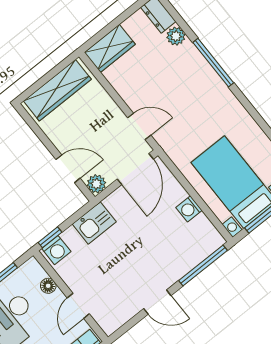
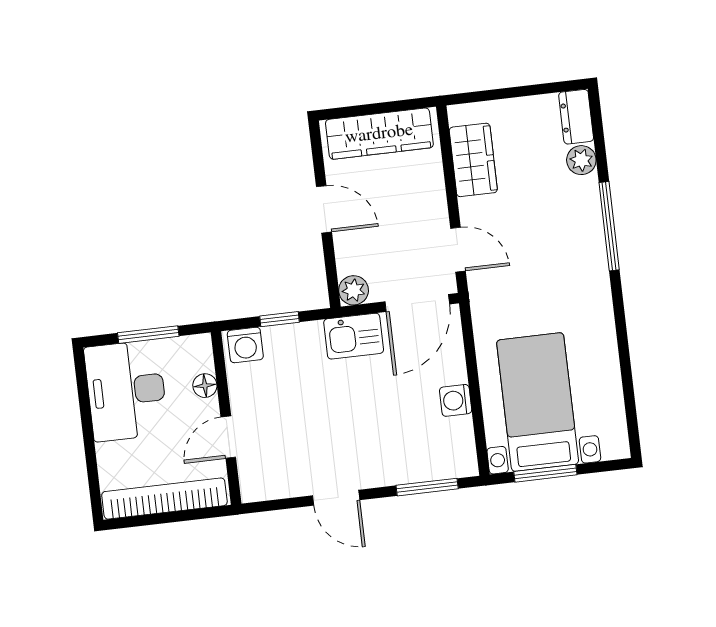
wardrobe: (110, 48) -> (473, 160), moved, turned -90
door: (68, 169) -> (324, 209), moved
kitchen sink: (94, 223) -> (354, 336), moved
window: (50, 237) -> (280, 319), moved
window: (203, 266) -> (427, 487), width x0.69

